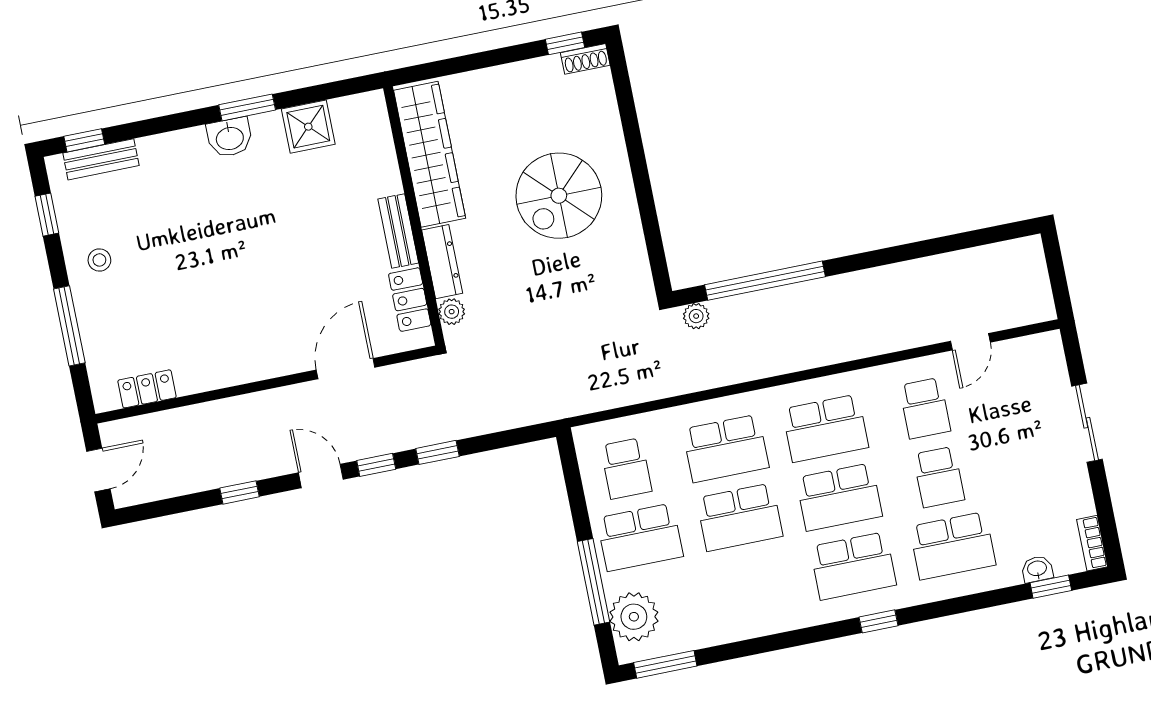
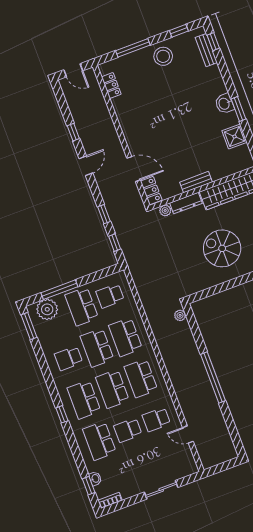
stool: (99, 260) -> (163, 56), width x1.89, depth x1.89
window: (765, 281) -> (213, 378), moved
locker: (410, 300) -> (151, 191), moved, turned 90
window: (376, 465) -> (115, 243), moved
school desk: (753, 586) -> (69, 358), added

